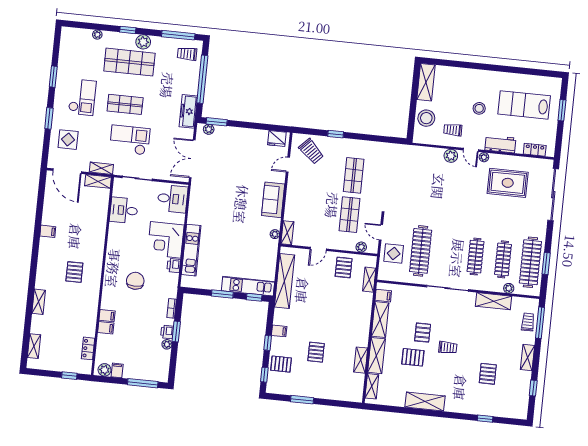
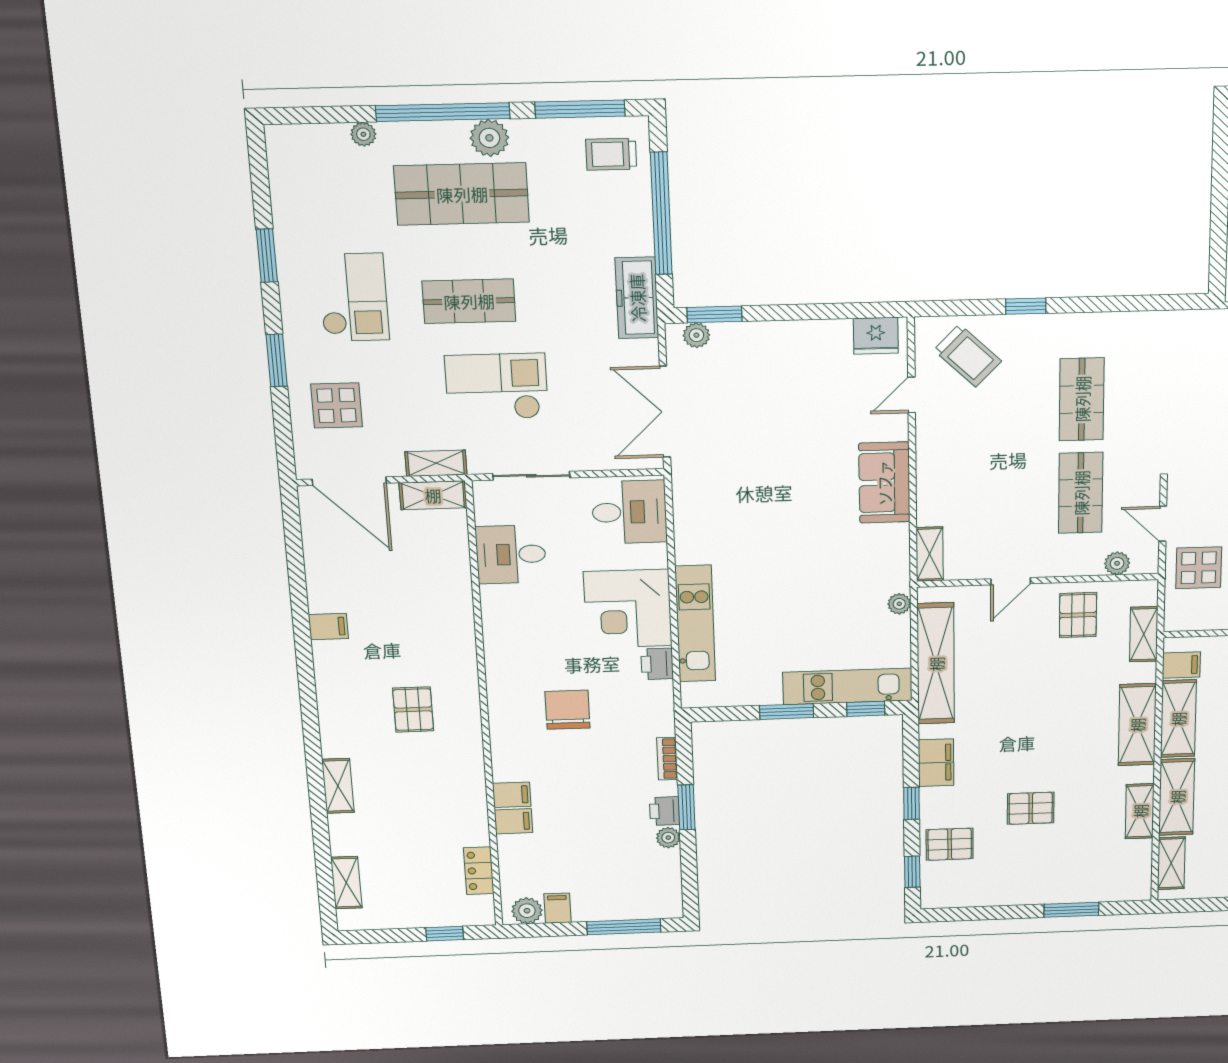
window: (128, 30) -> (443, 112), width x3.17
plant: (275, 234) -> (899, 604), moved
shelving: (363, 320) -> (1137, 725), added
filing cabinet: (279, 331) -> (936, 763), width x2.00
pallet: (316, 352) -> (1031, 808), turned 90
window: (302, 400) -> (1071, 910), moved

